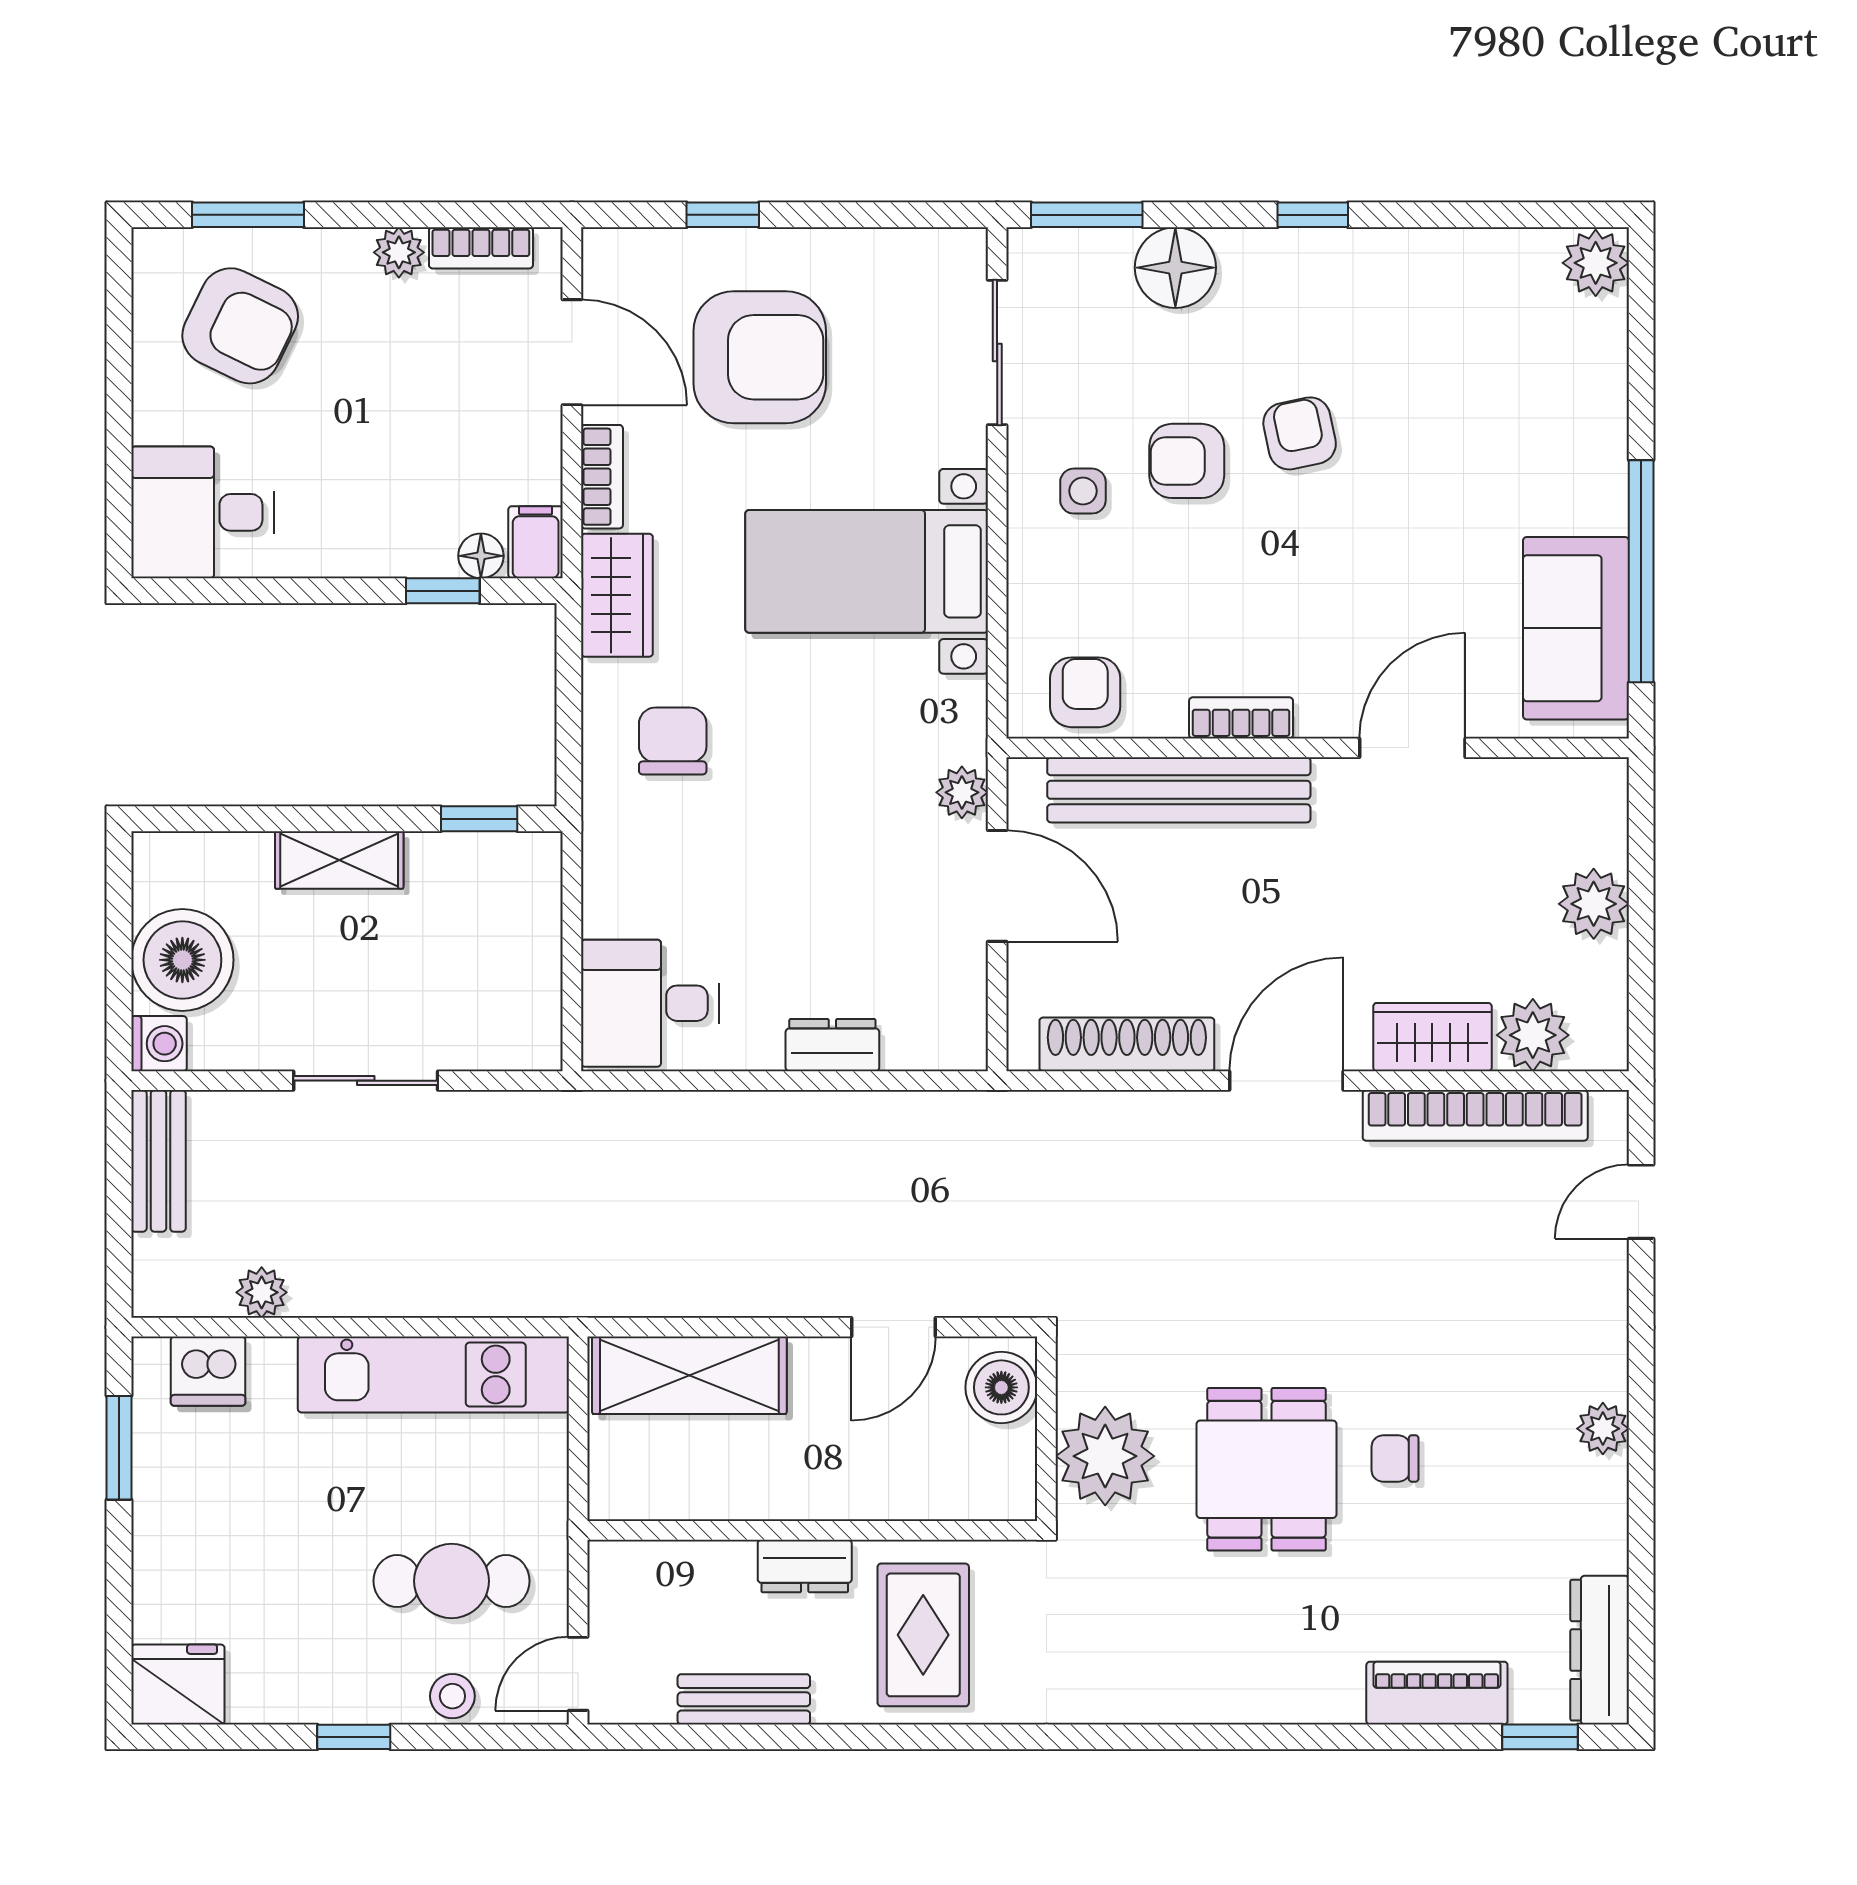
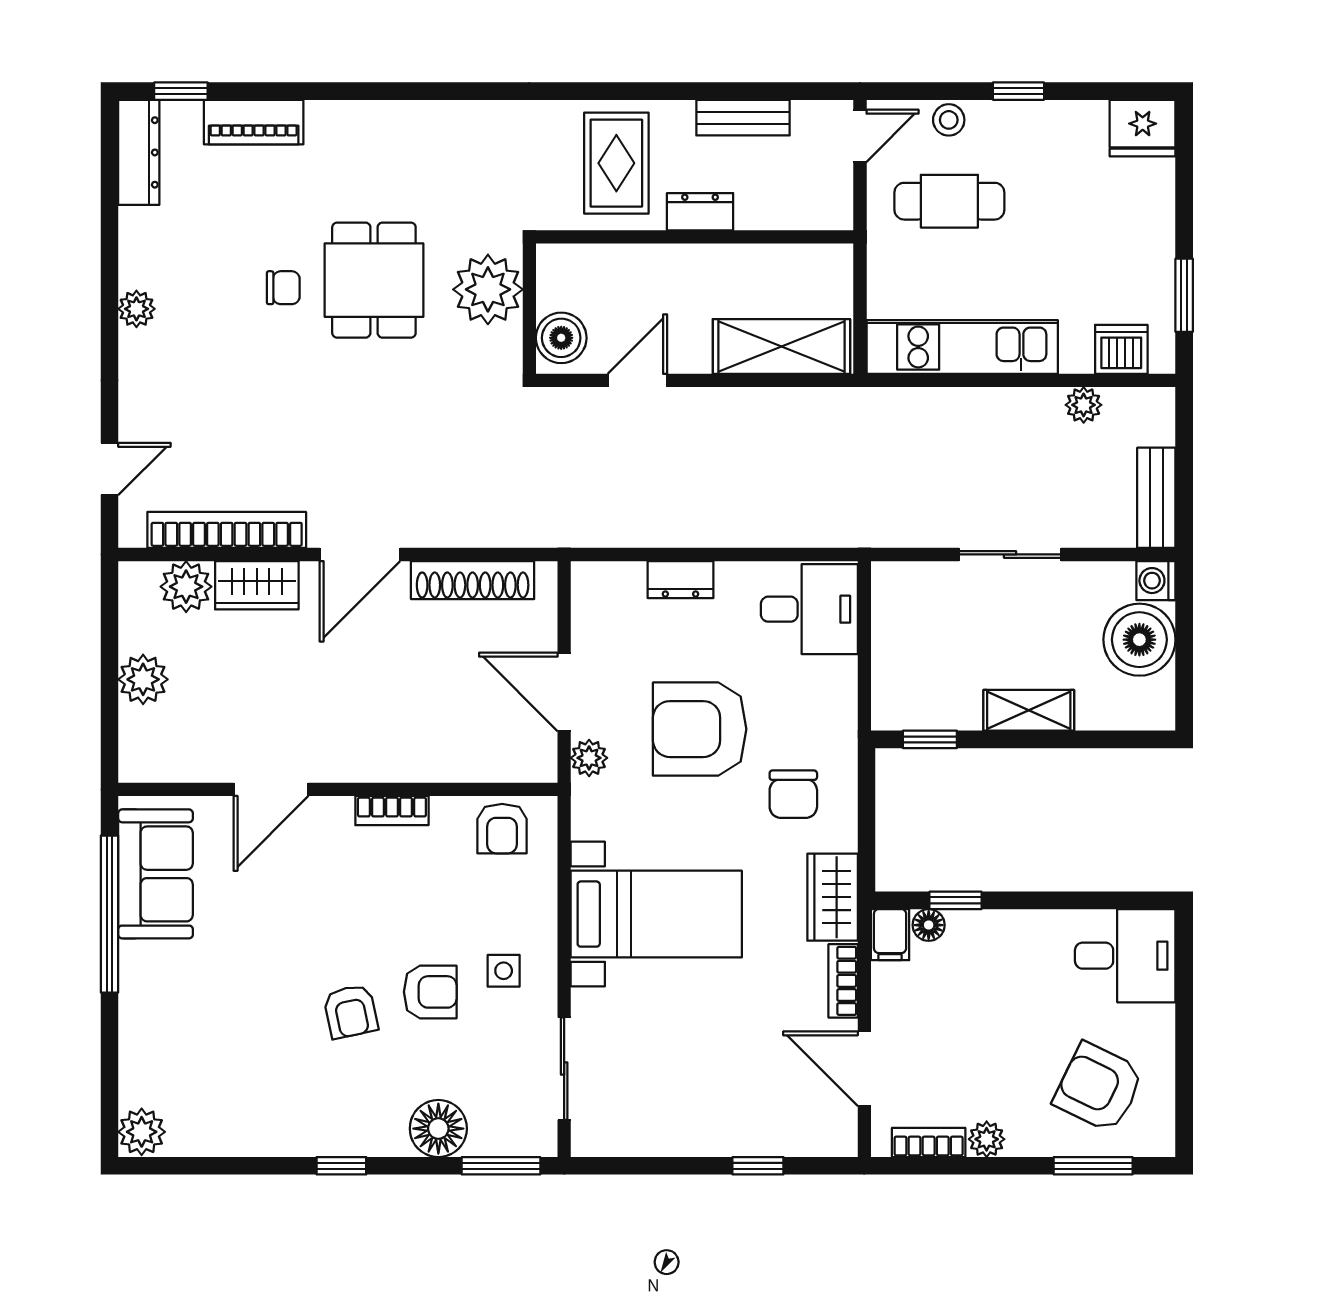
armchair: (760, 357) -> (700, 729), moved
bench: (1179, 790) -> (436, 760), removed

